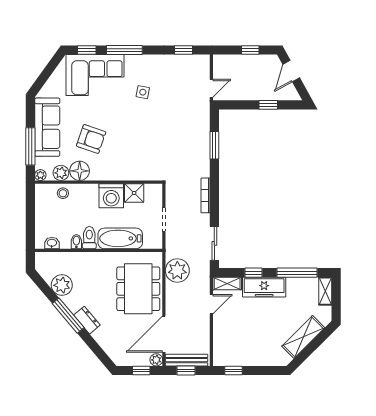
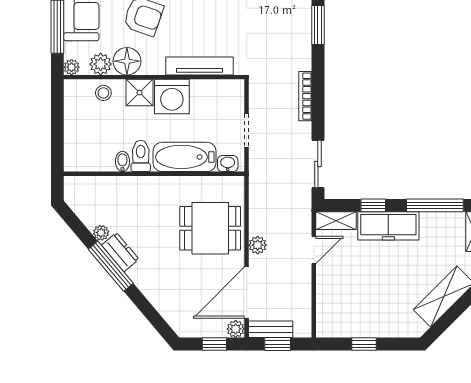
tv unit: (131, 174) -> (199, 66), added
shower: (134, 193) -> (140, 93), moved
washbasin: (52, 243) -> (228, 164), moved
plant: (177, 271) -> (258, 245), moved, width x0.53, depth x0.53
plant: (62, 285) -> (101, 233), width x0.53, depth x0.53
dining table: (138, 289) -> (210, 228), width x0.73
dresser: (87, 320) -> (120, 252), moved
bench: (187, 360) -> (271, 329), width x0.73
window: (234, 371) -> (364, 344), moved

